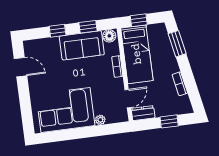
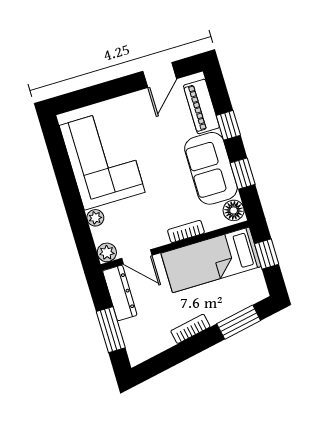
piano: (44, 45) -> (201, 106), added
bookcase: (180, 84) -> (190, 329), moved
dresser: (143, 113) -> (120, 293), width x1.44
plant: (122, 116) -> (107, 252), added
window: (169, 121) -> (111, 330), width x1.50

